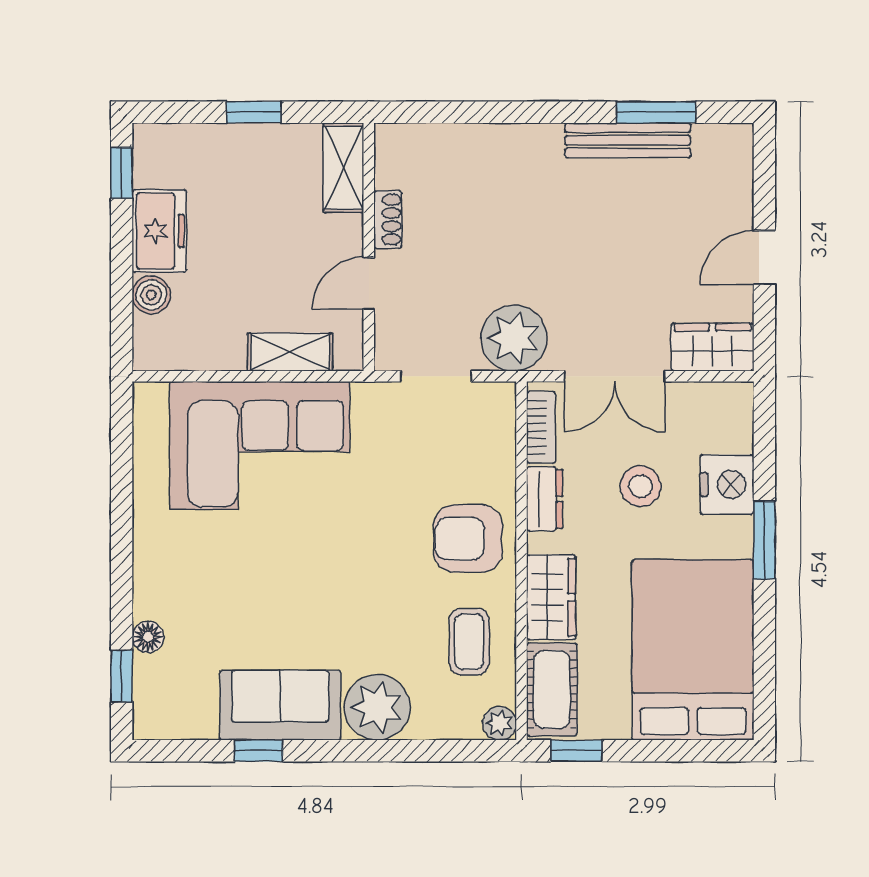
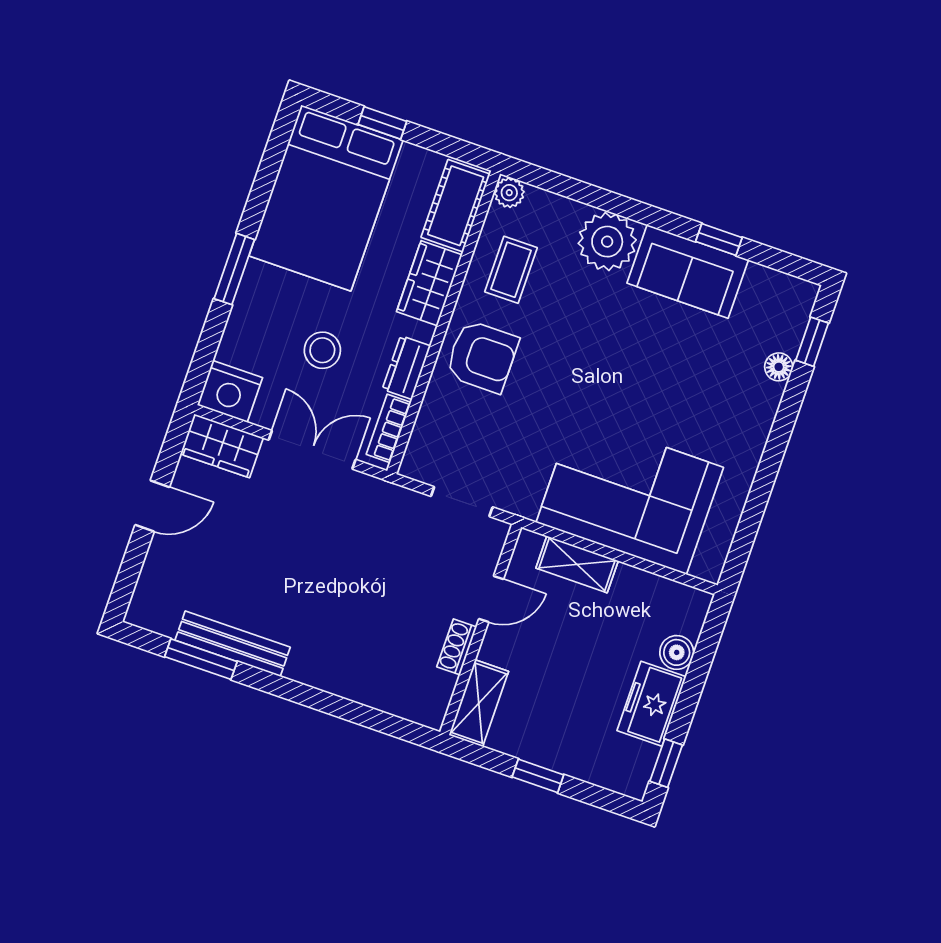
plant: (514, 338) -> (385, 511), removed
nightstand: (727, 485) -> (230, 391), moved, turned -90
window: (576, 751) -> (382, 123), moved

